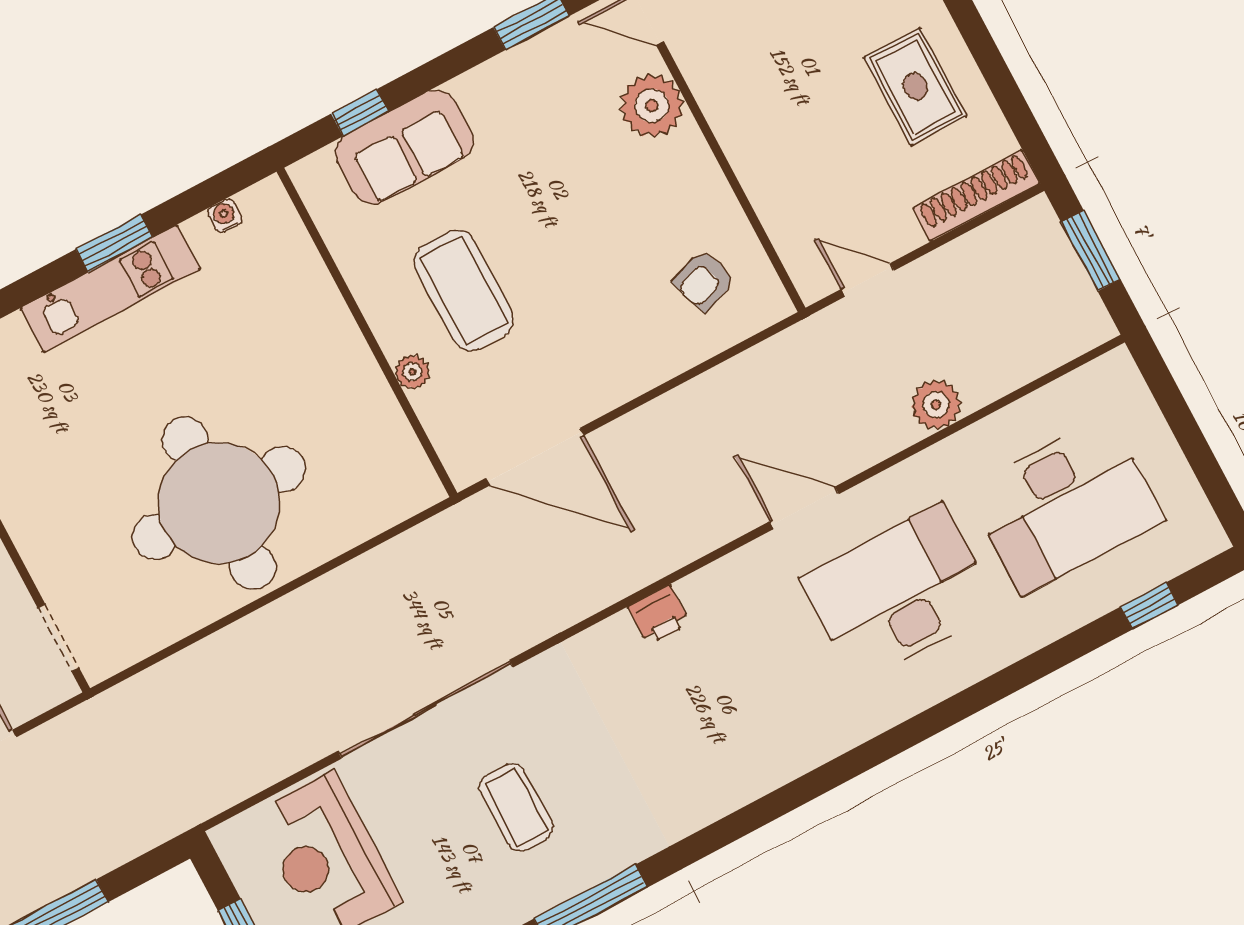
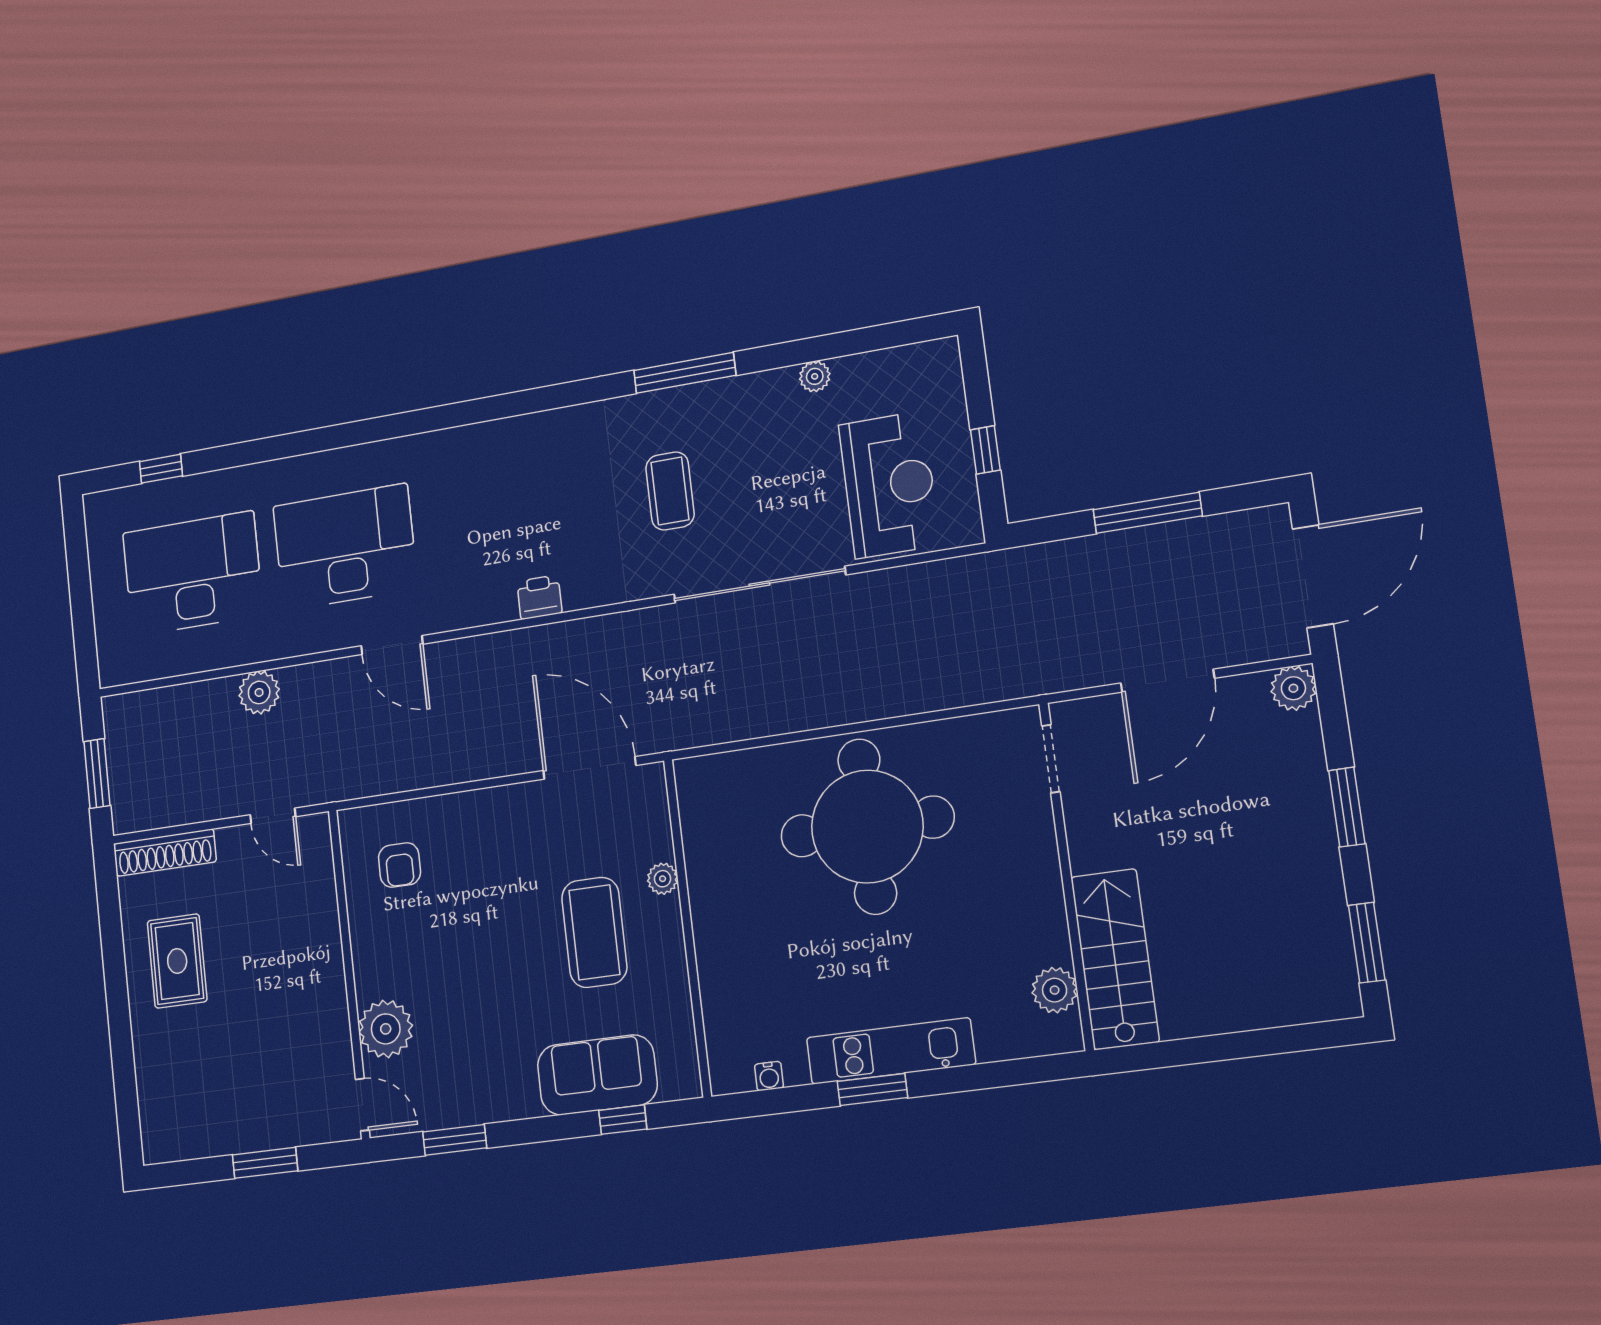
armchair: (704, 281) -> (399, 865), turned 109
desk: (899, 593) -> (345, 547), turned 180
coffee table: (516, 807) -> (670, 491), moved

